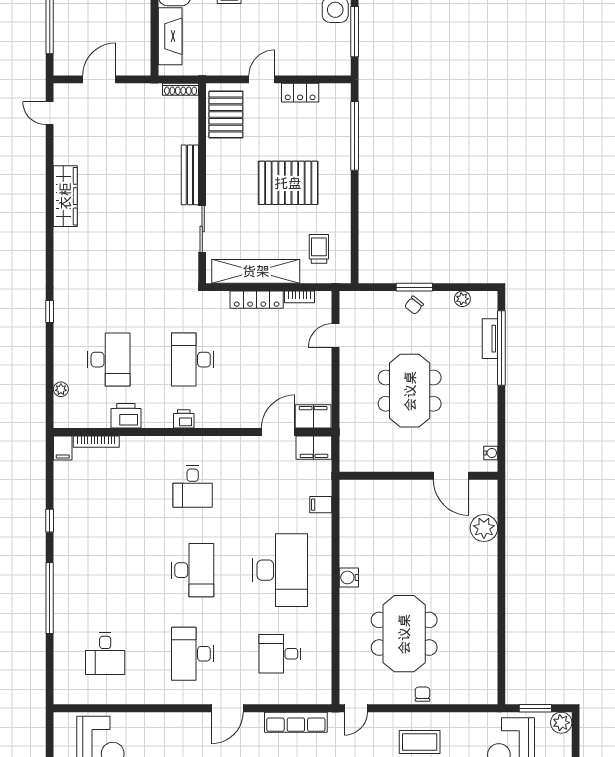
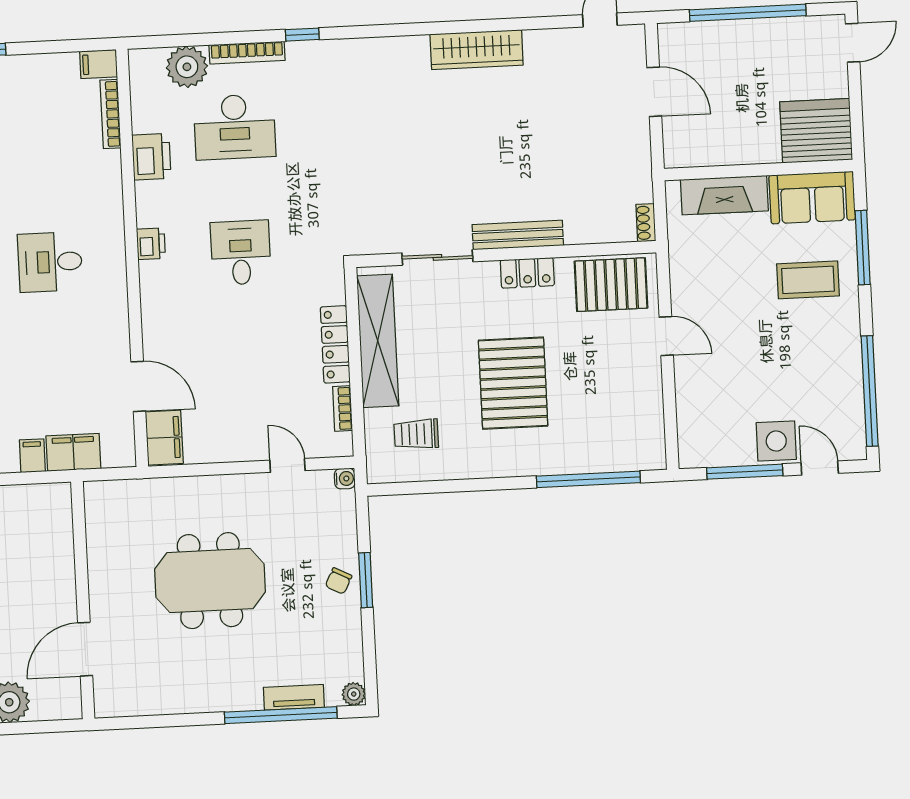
shoe rack: (181, 89) -> (646, 223), width x0.70
locker: (300, 93) -> (527, 273), moved, turned -90
trolley: (319, 249) -> (416, 434), turned 180
plant: (462, 299) -> (354, 694), moved
chair: (414, 305) -> (339, 581), turned -102
bookcase: (60, 349) -> (247, 53), added
desk: (193, 360) -> (241, 253), width x0.73
plant: (61, 389) -> (187, 67), width x1.88, depth x1.88
filing cabinet: (314, 448) -> (73, 452), moved, turned 90
water cooler: (491, 453) -> (345, 479), moved, turned -90

